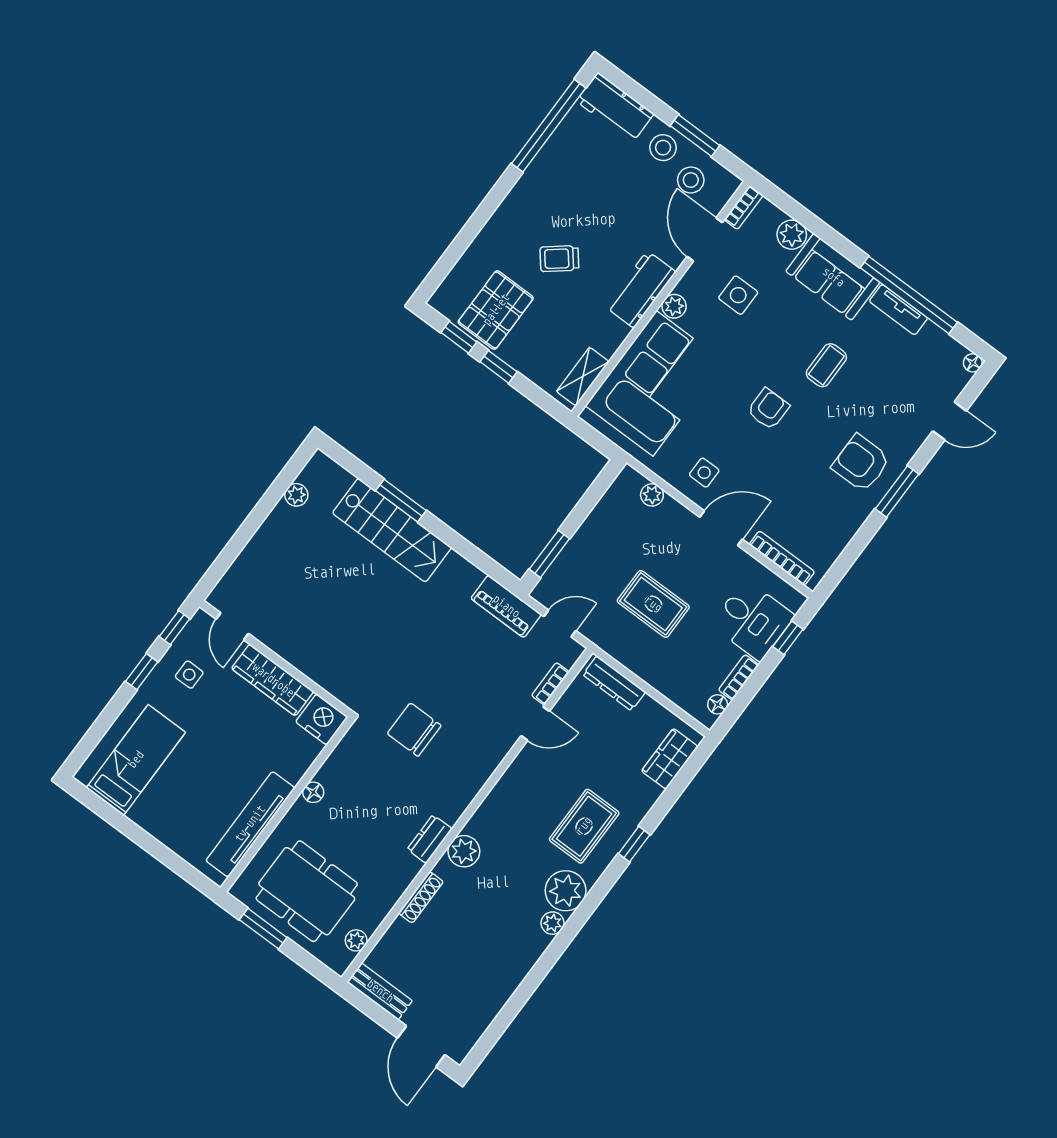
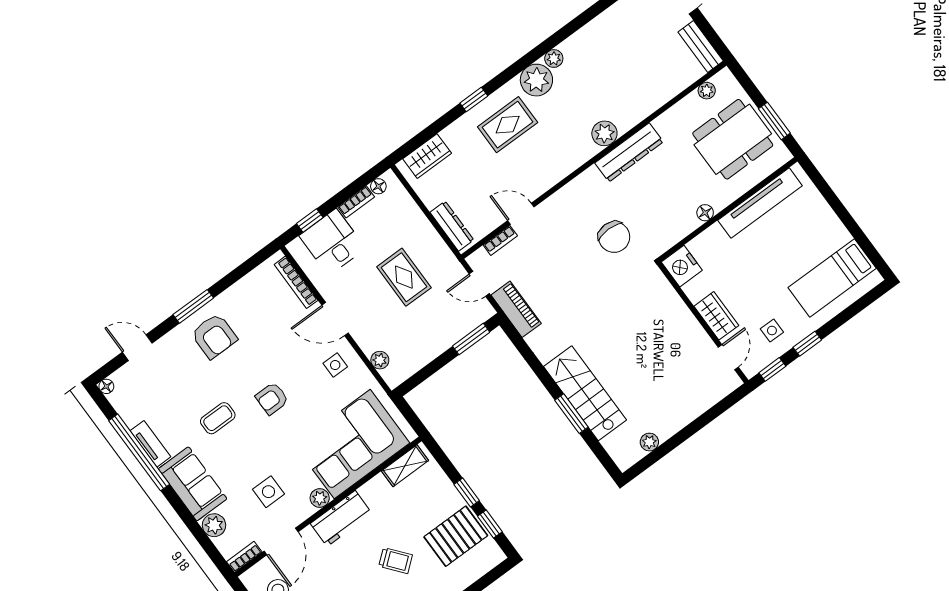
wardrobe: (273, 680) -> (716, 316), width x0.67
dresser: (430, 839) -> (629, 152), width x1.96, depth x1.24
dining table: (307, 891) -> (733, 139), turned 90
shoe rack: (421, 897) -> (648, 108), removed

